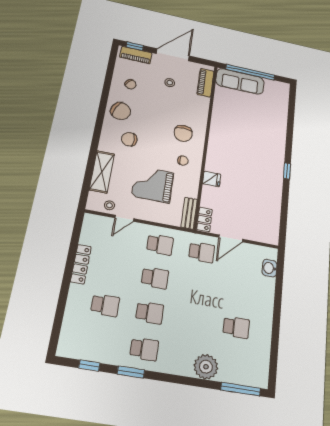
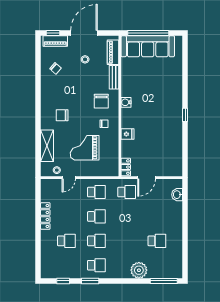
sofa: (240, 81) -> (148, 46), width x1.36, depth x1.27
chair: (121, 111) -> (52, 93), removed
water cooler: (214, 141) -> (126, 102), added
bench: (189, 213) -> (114, 77), moved

